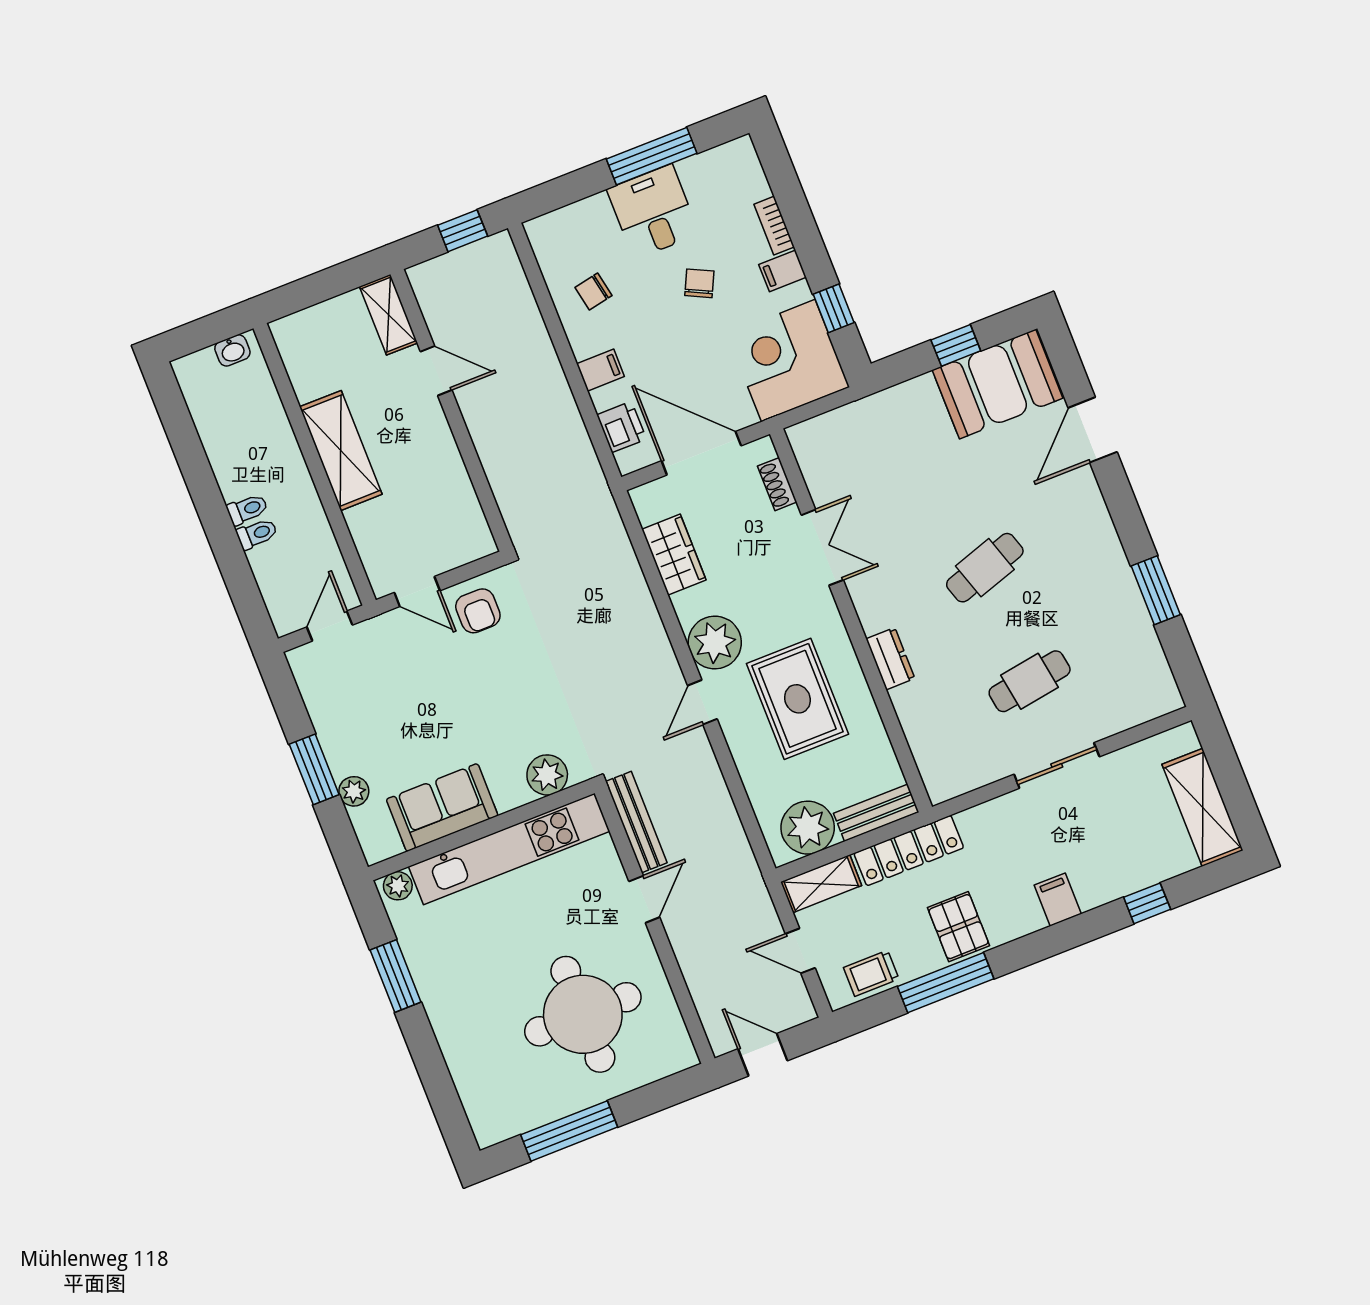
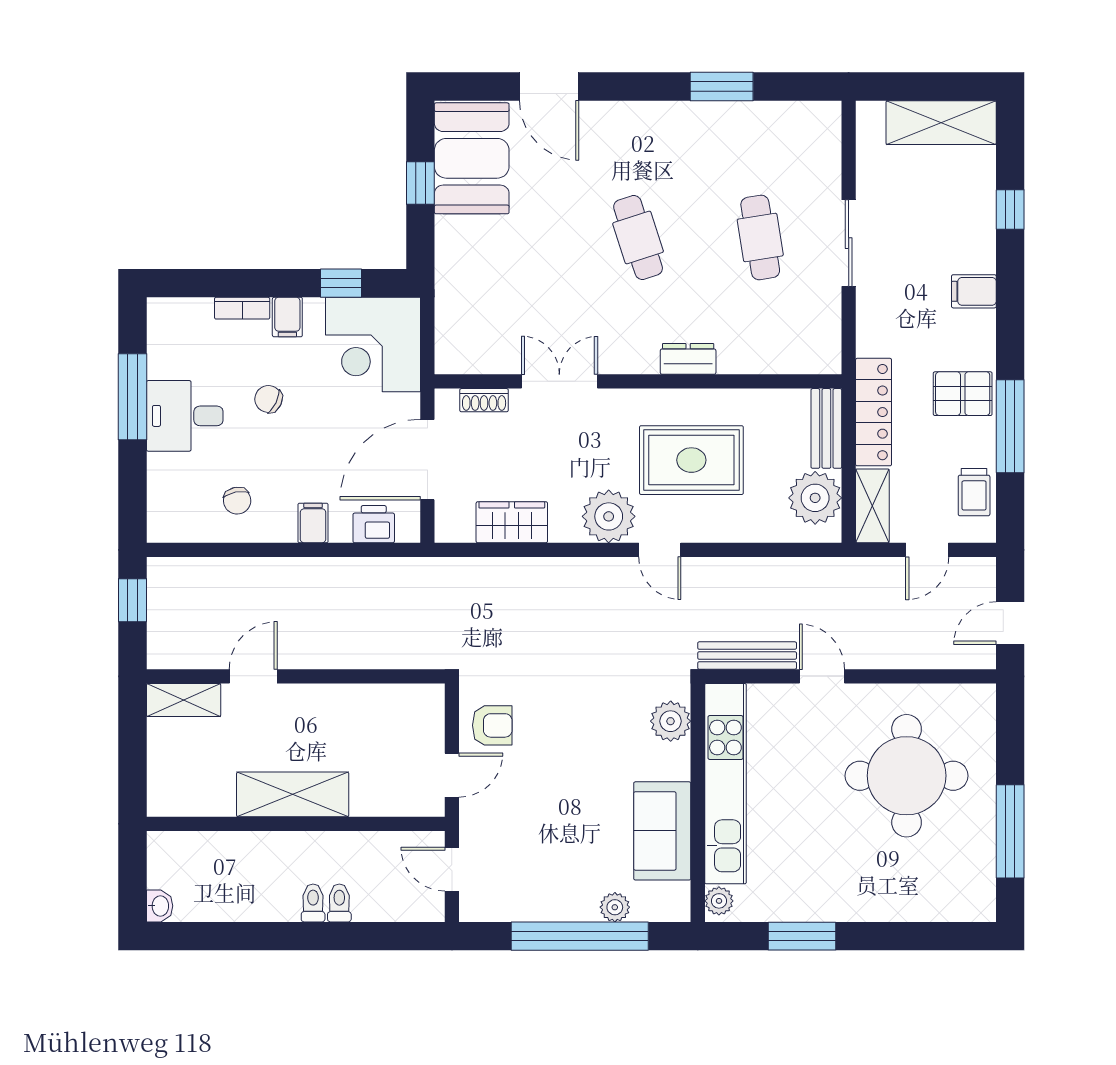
washbasin: (232, 350) -> (160, 906), moved
window: (314, 769) -> (580, 936), width x2.11

